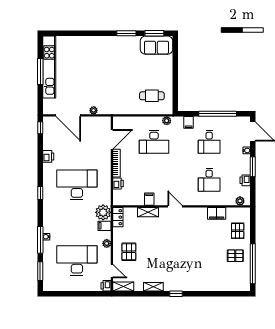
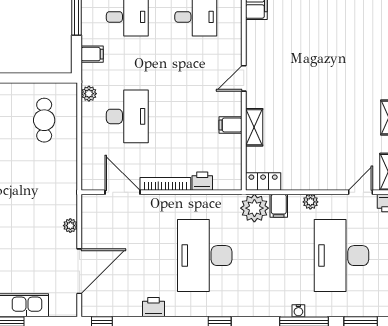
pallet: (129, 252) -> (325, 162), removed

